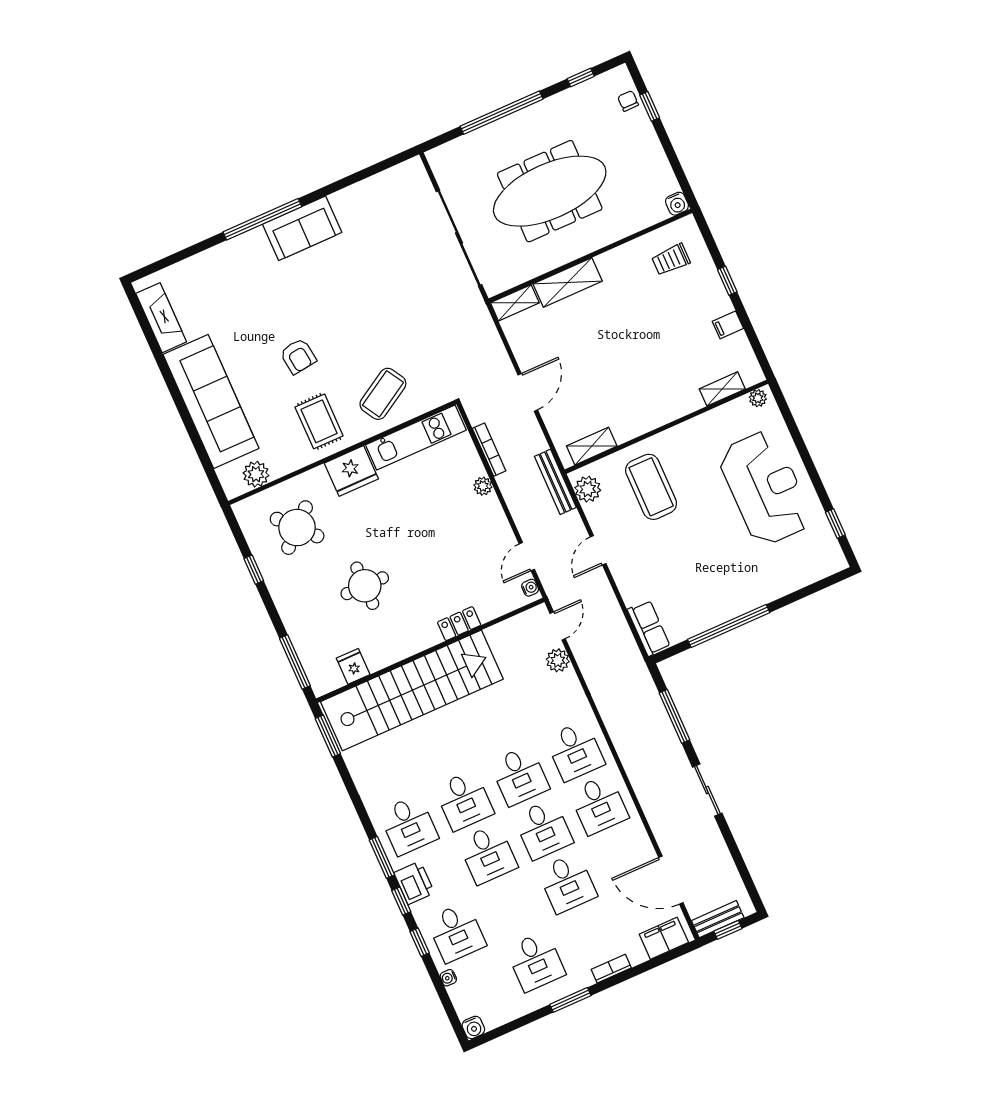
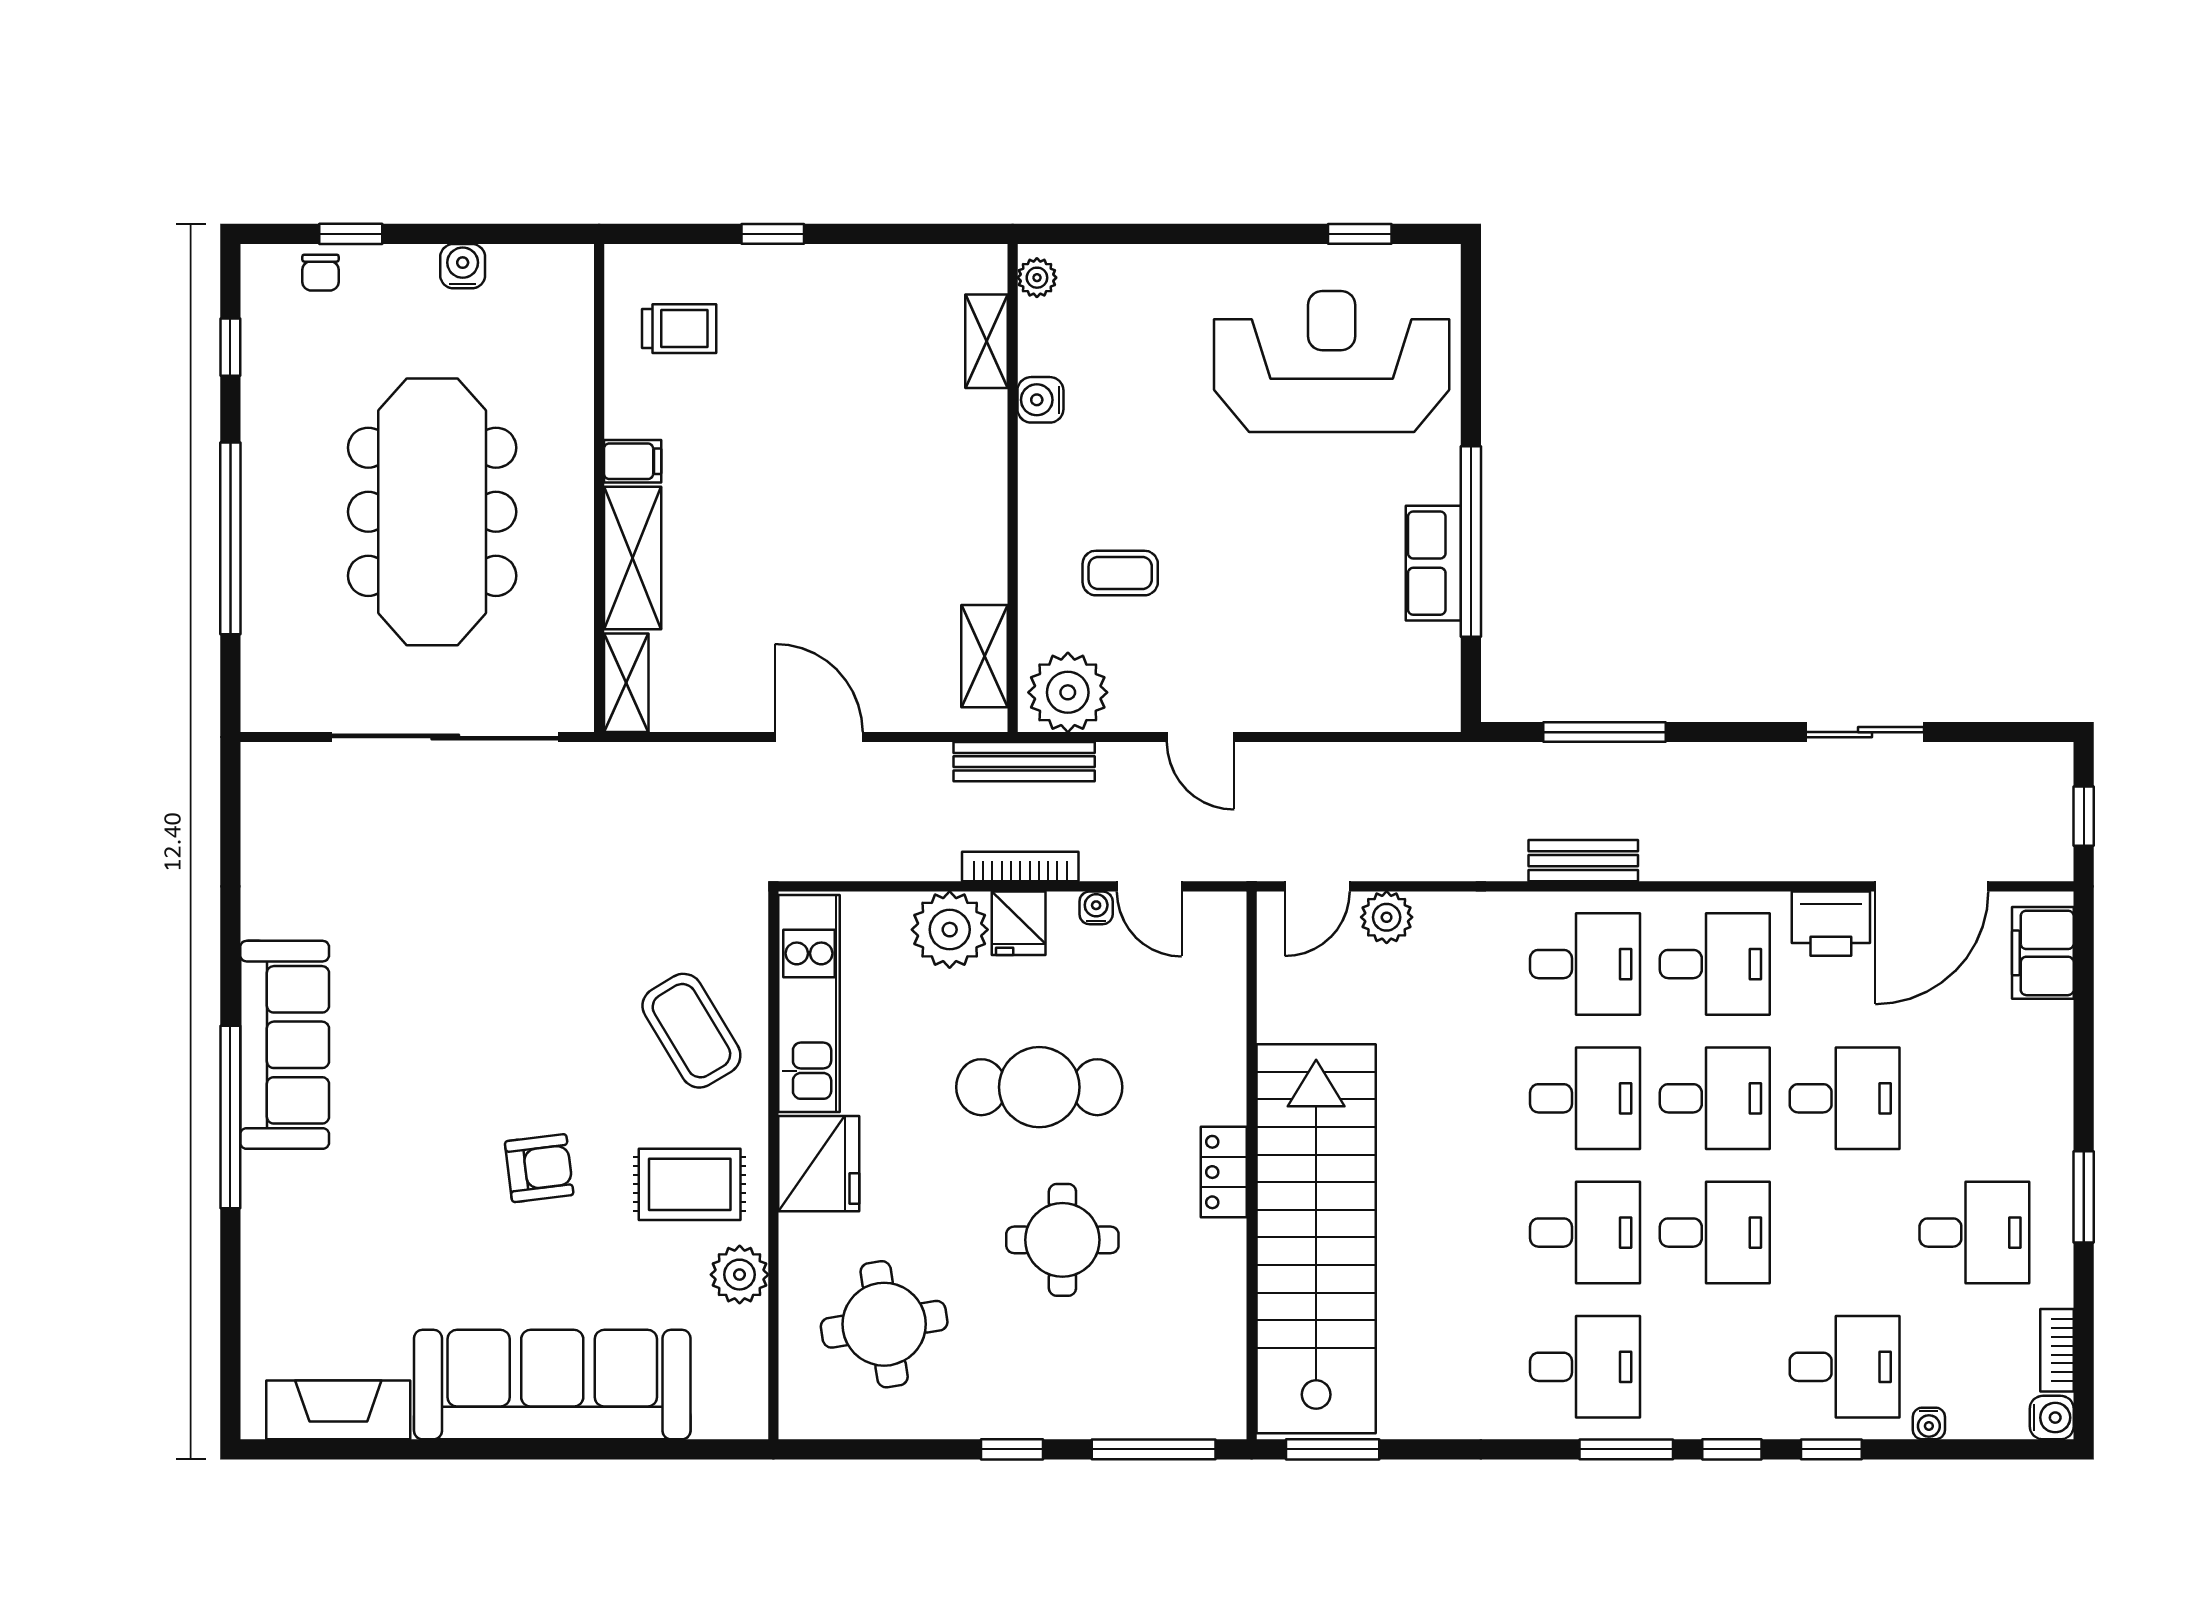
chair: (628, 101) -> (320, 273), turned -90
water cooler: (677, 204) -> (463, 266), moved, turned -90
sofa: (302, 228) -> (285, 1045), width x1.36
trolley: (671, 260) -> (679, 329), turned -90
filing cabinet: (728, 325) -> (633, 461), moved, turned -90
water cooler: (708, 422) -> (1040, 400), added
bookcase: (489, 450) -> (1020, 867), moved
plant: (256, 474) -> (740, 1275), moved
plant: (483, 486) -> (950, 930), width x1.87, depth x1.87
coffee table: (651, 487) -> (1120, 573), width x0.54, depth x0.58
reception desk: (765, 488) -> (1332, 362), moved
plant: (588, 489) -> (1068, 692), width x1.36, depth x1.36
round table: (297, 528) -> (884, 1324), turned 34
cafe table: (424, 548) -> (1039, 1087), added
window: (254, 570) -> (1012, 1449), moved
water cooler: (530, 588) -> (1096, 908), moved
locker: (459, 624) -> (1224, 1172), moved
door: (558, 626) -> (1317, 886), swing flipped
row of seats: (649, 628) -> (1433, 563), moved, turned -90
fridge: (353, 666) -> (1019, 923), moved, turned -90
sliding door: (707, 790) -> (1865, 732), moved
printer: (414, 883) -> (1831, 924), moved, turned 180
bench: (718, 919) -> (1583, 861), moved, turned 90
bookcase: (611, 969) -> (2057, 1350), moved

